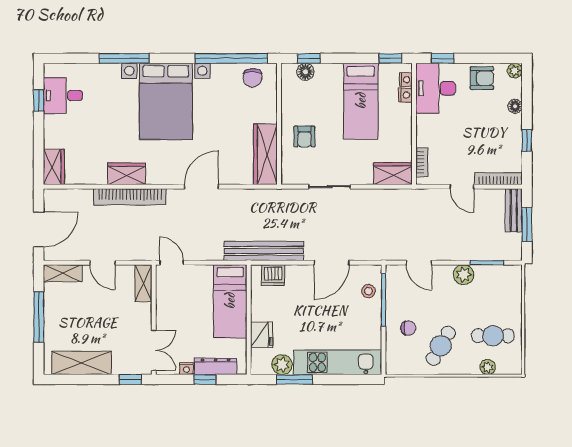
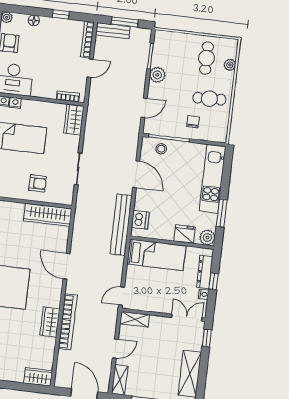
cafe table: (441, 346) -> (209, 99), turned -32
plant: (282, 365) -> (207, 237), moved

